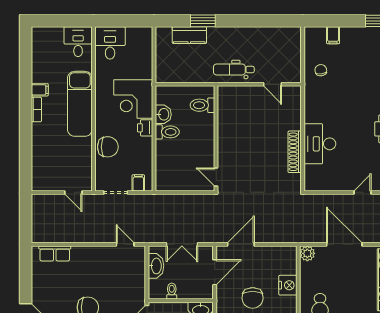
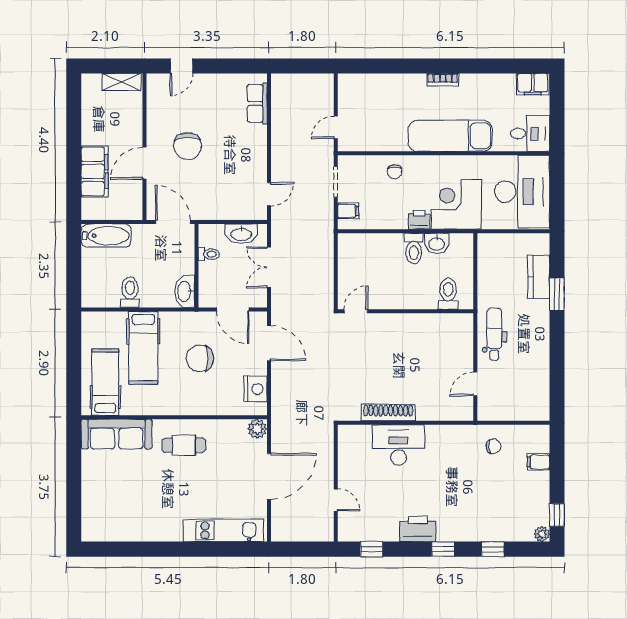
desk: (110, 43) -> (522, 192), width x1.87, depth x1.30
filing cabinet: (40, 90) -> (533, 84), moved, width x2.00
chair: (108, 147) -> (395, 172), width x0.54, depth x0.54
nightstand: (288, 285) -> (256, 389), moved, turned -90

